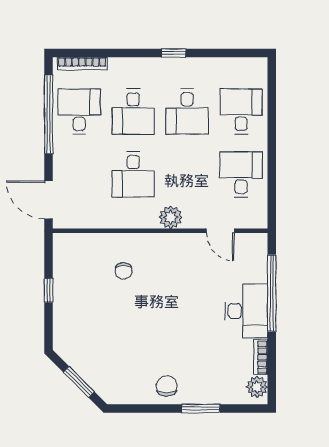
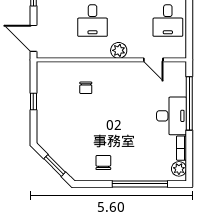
desk: (241, 174) -> (168, 21), turned 180
chair: (167, 386) -> (103, 163), moved
window: (201, 408) -> (140, 184), width x2.11

